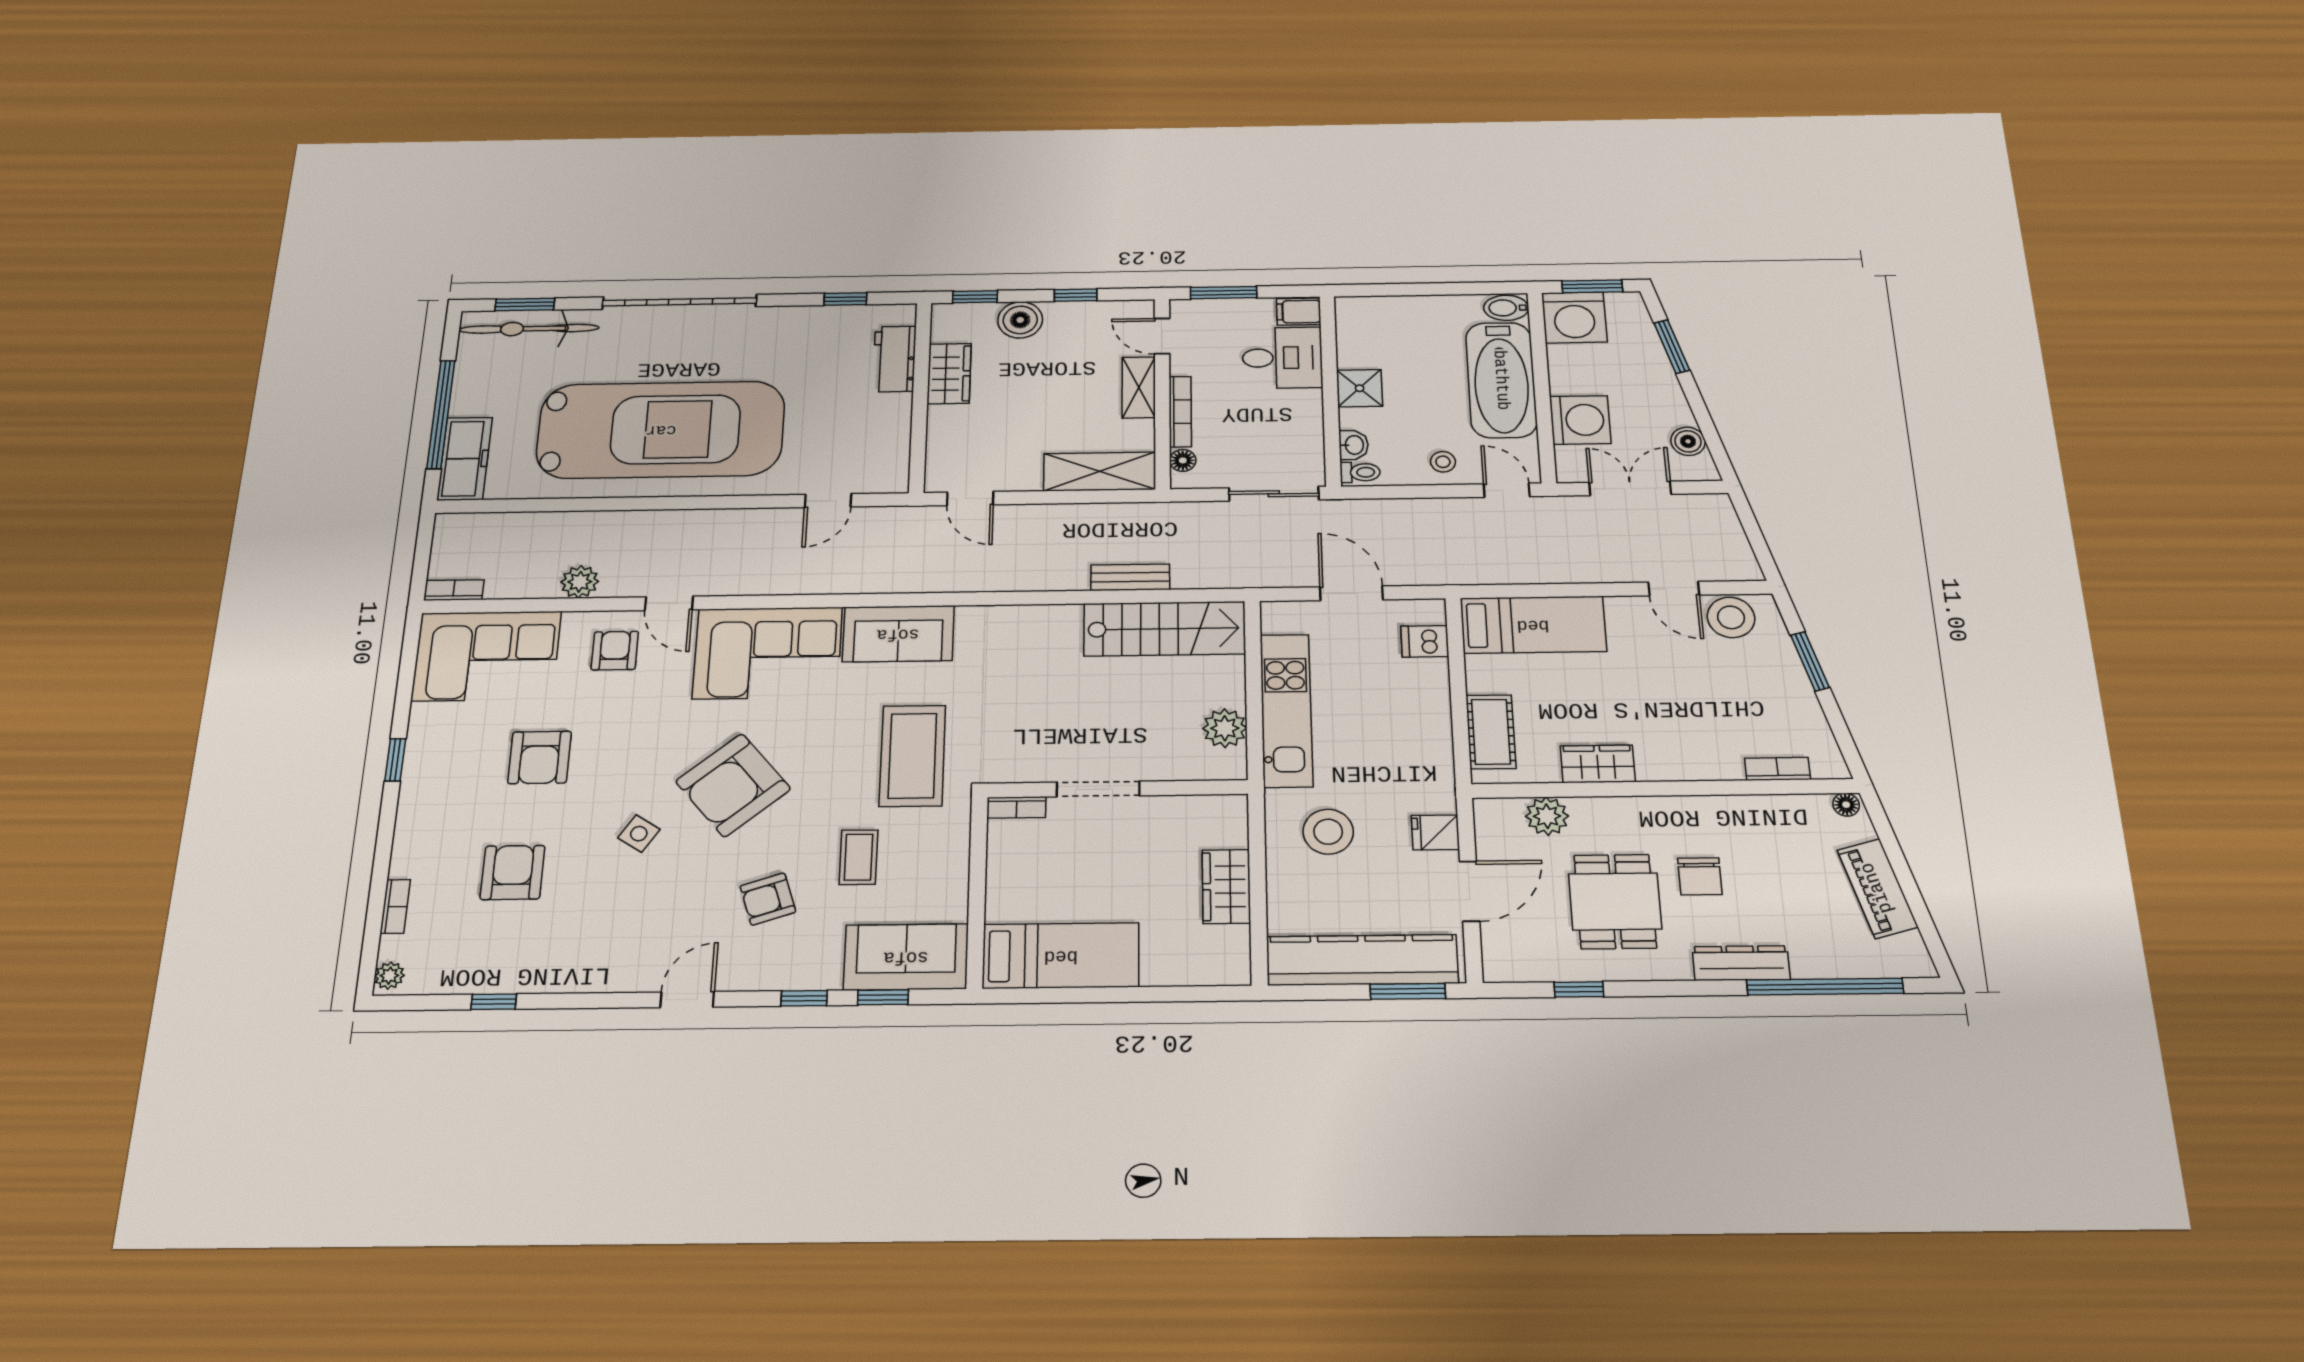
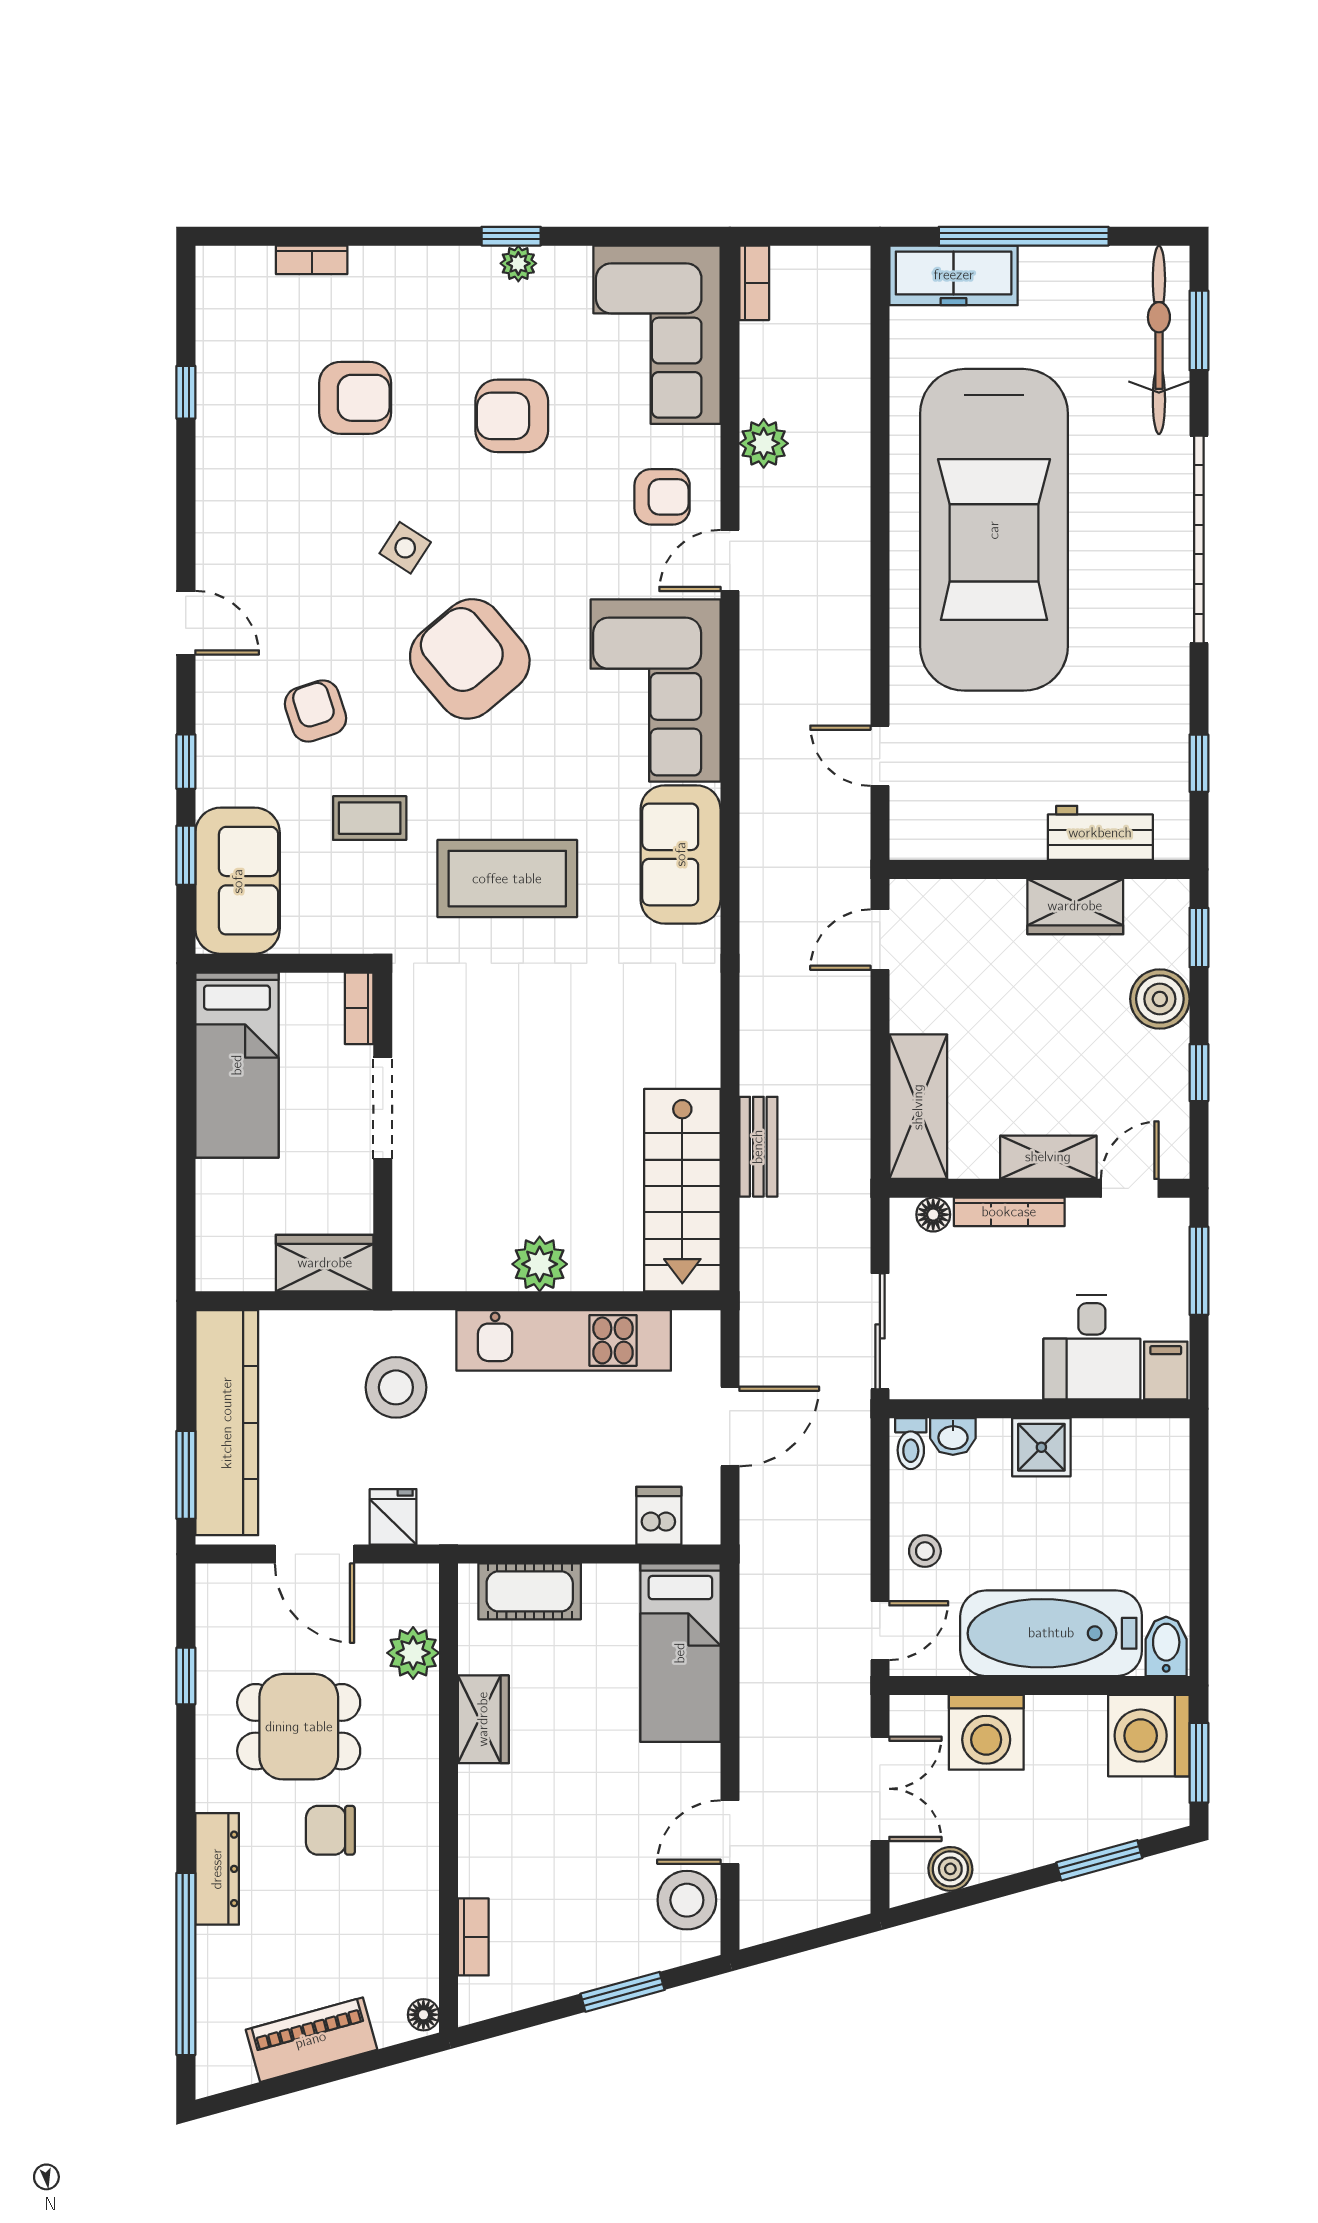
doorway: (1098, 789) -> (383, 1108), moved
wall: (1118, 789) -> (383, 1132), moved
bookcase: (1016, 807) -> (359, 1008), moved
plant: (389, 976) -> (518, 263), moved

